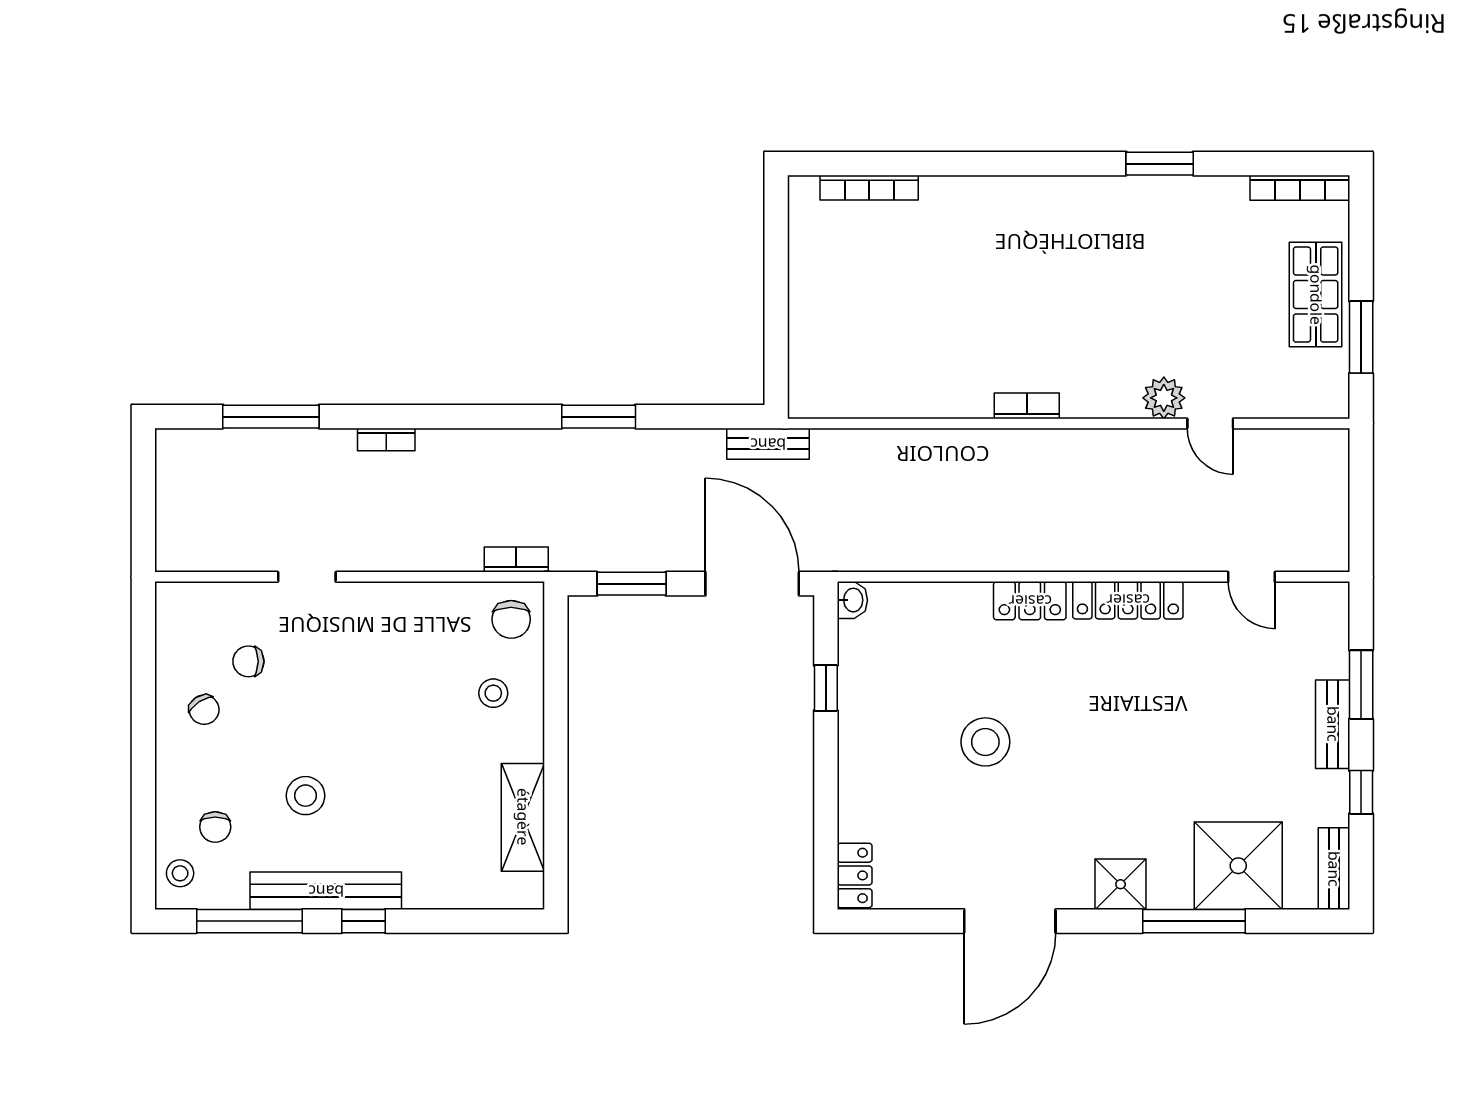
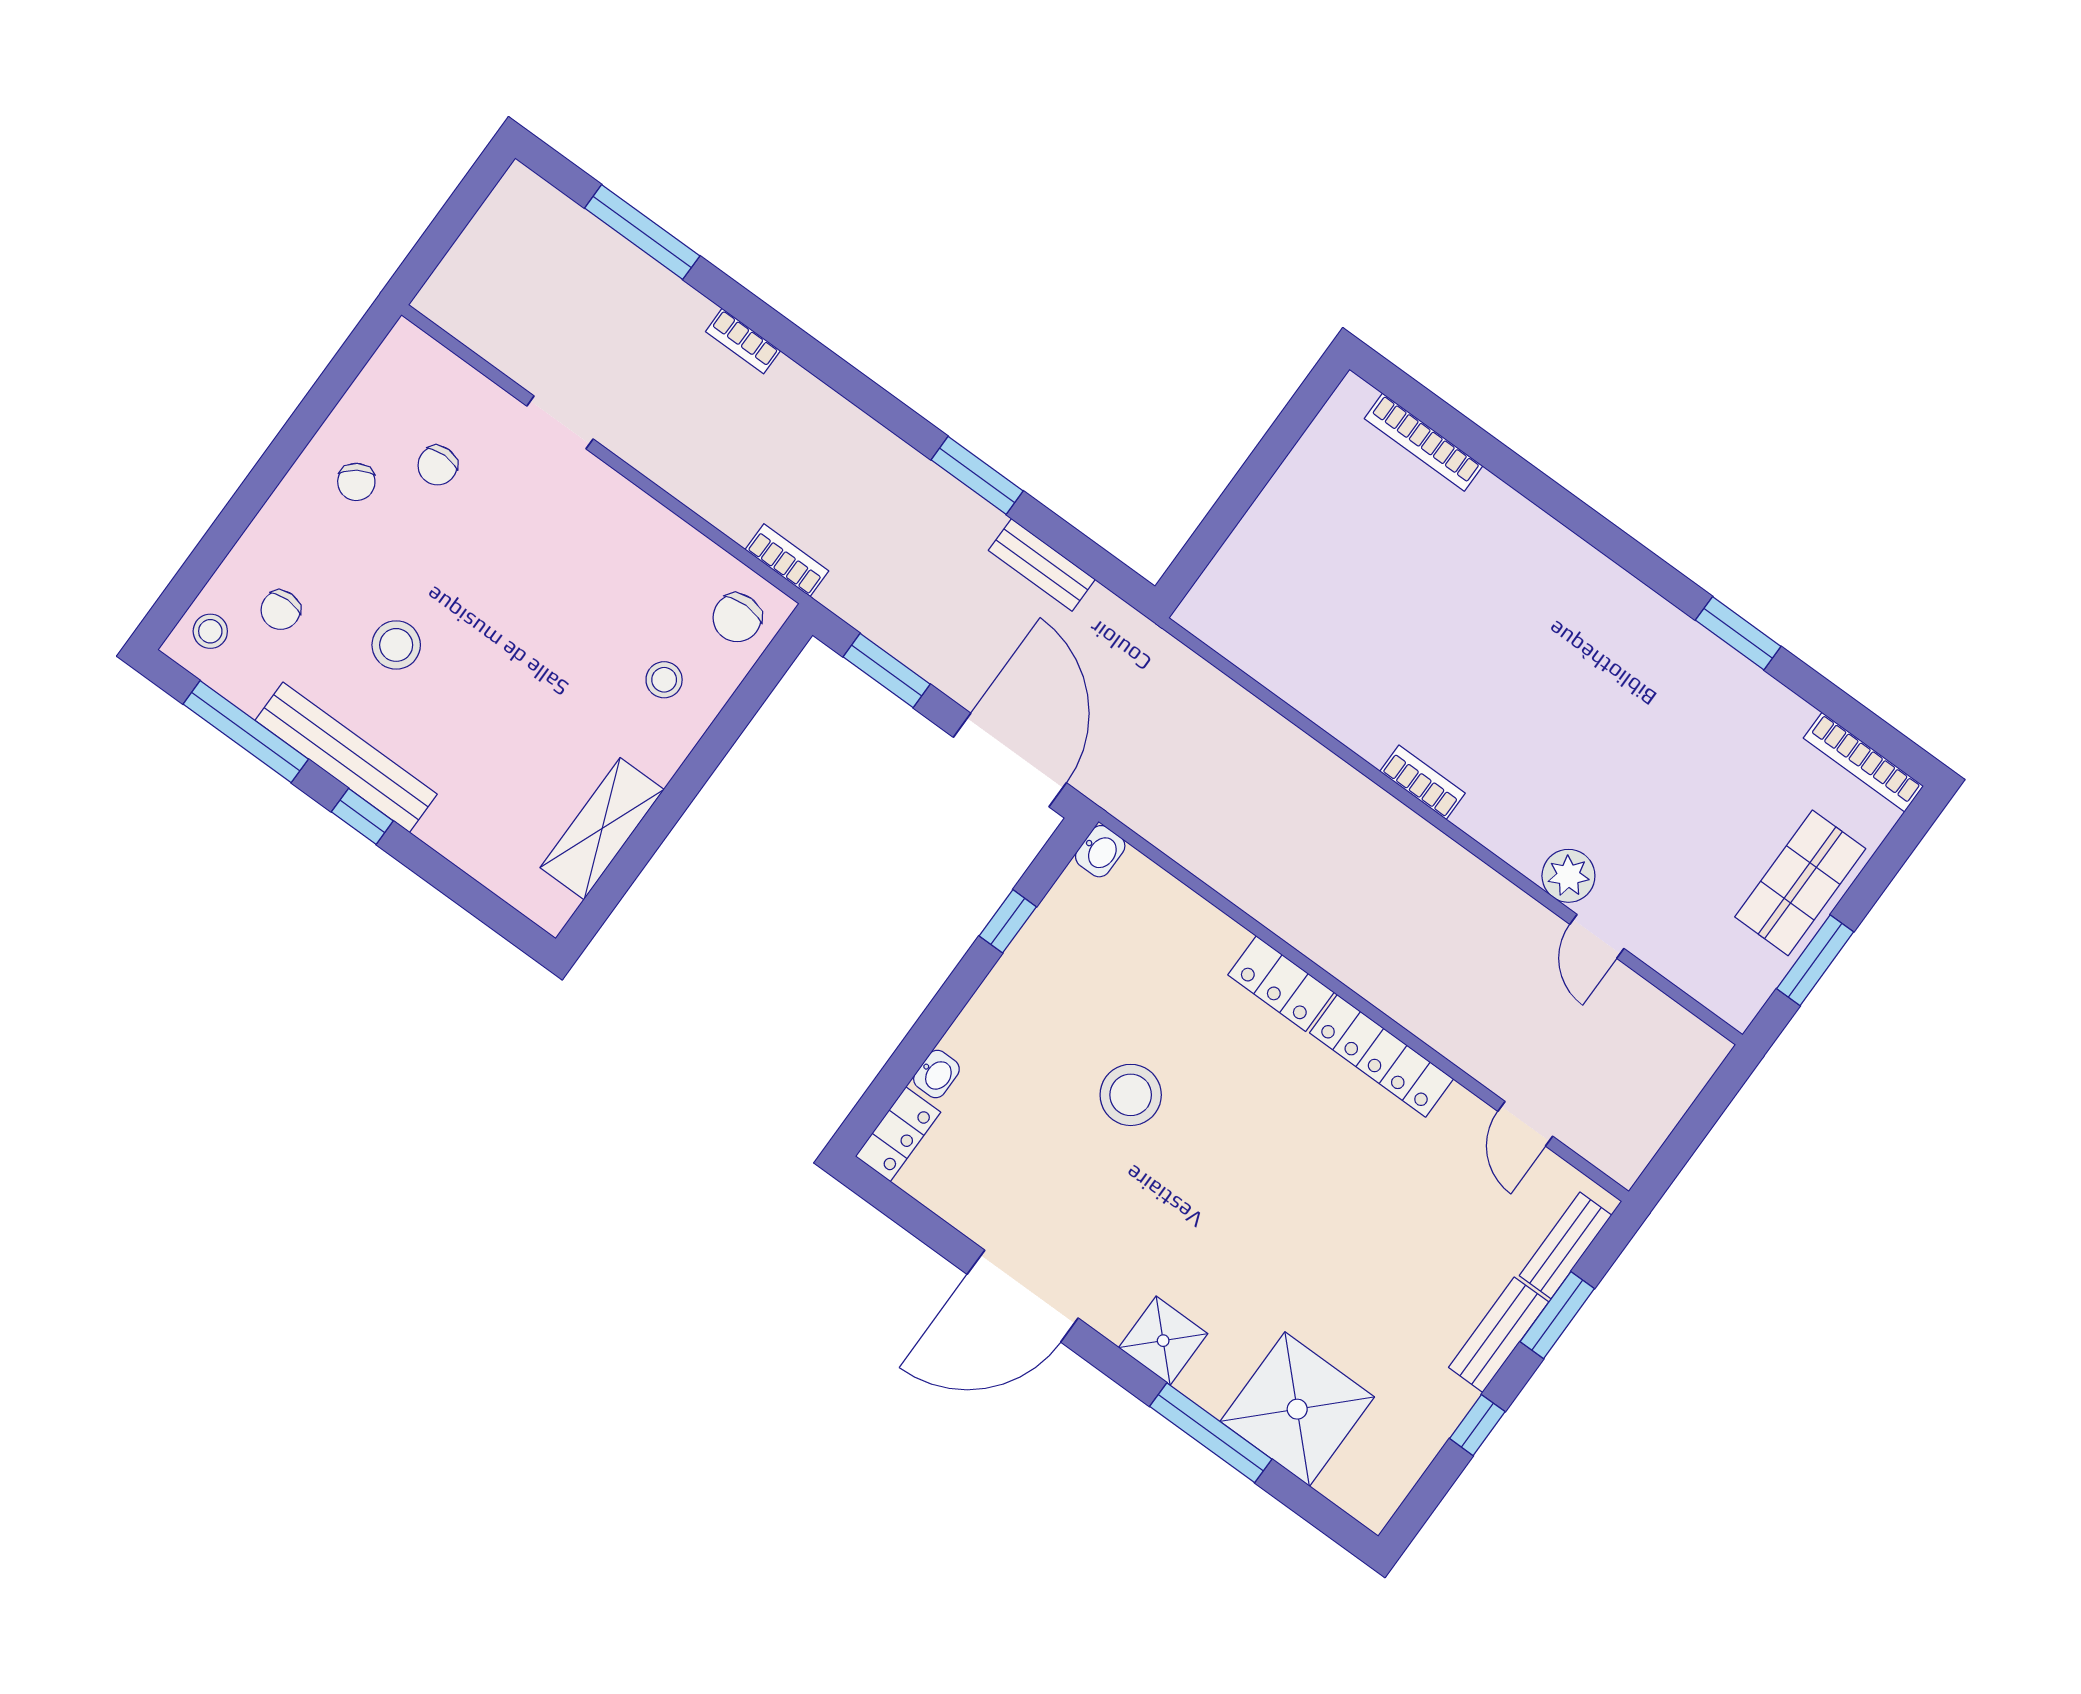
bench: (768, 444) -> (1042, 565), moved
chair: (248, 661) -> (437, 465), turned -90
washbasin: (851, 819) -> (936, 1074), added
bench: (1334, 869) -> (1566, 1245), moved

